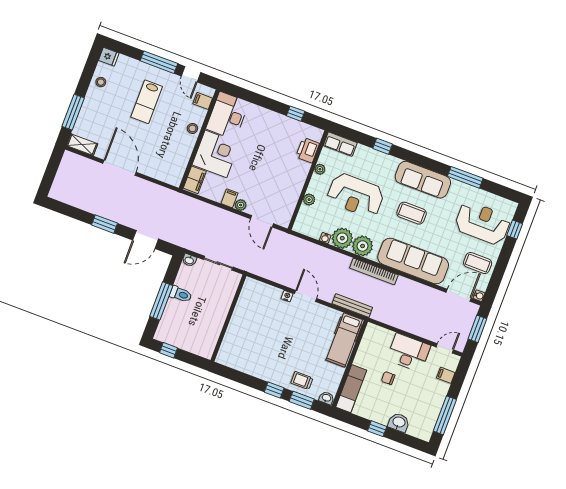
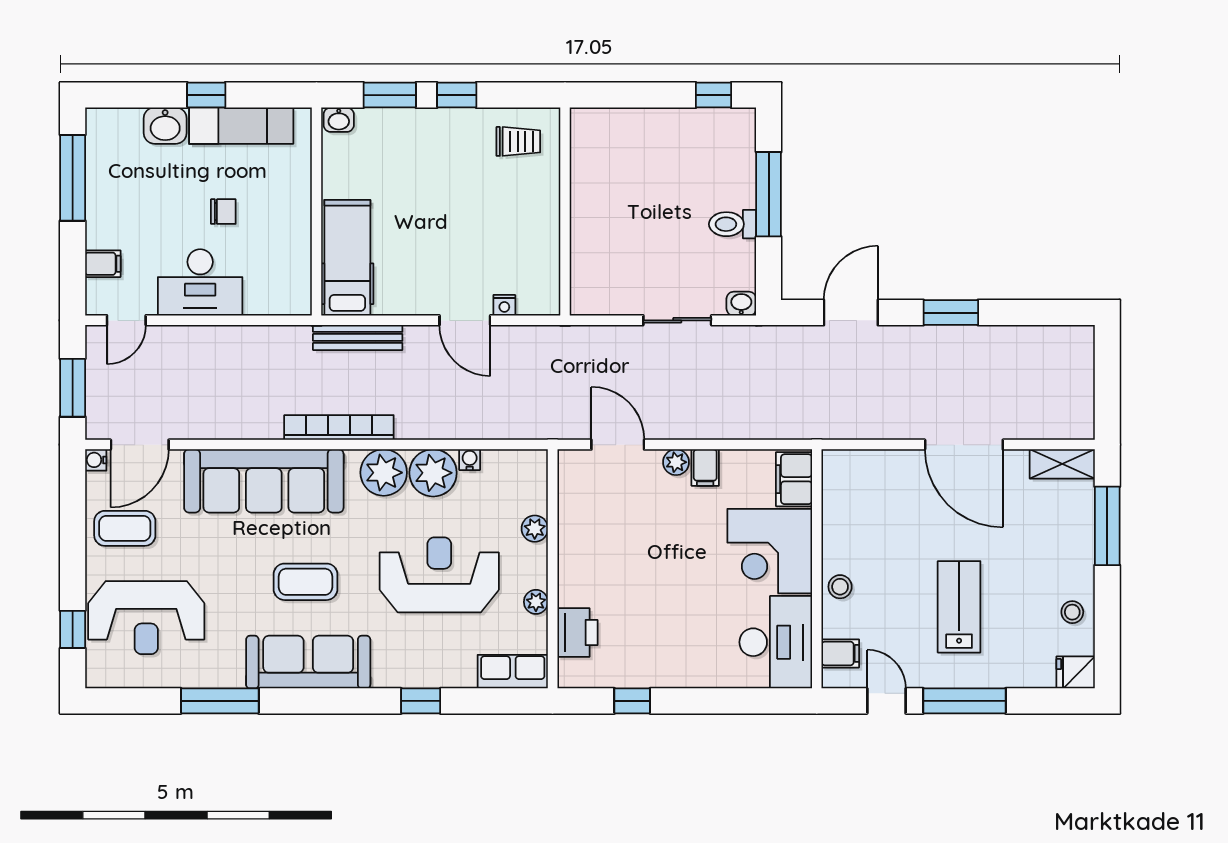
wall: (228, 318) -> (565, 212), moved
trolley: (302, 381) -> (518, 141), moved
exam couch: (351, 389) -> (241, 126), moved, turned -90

